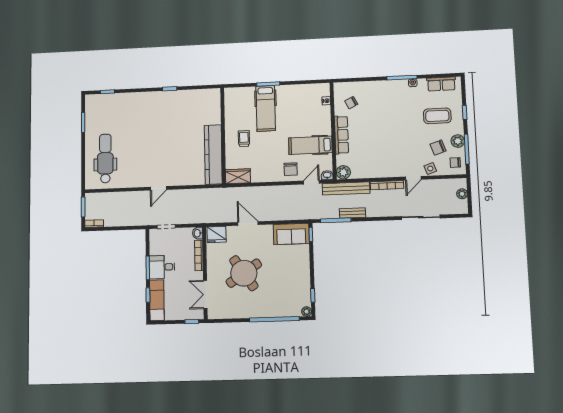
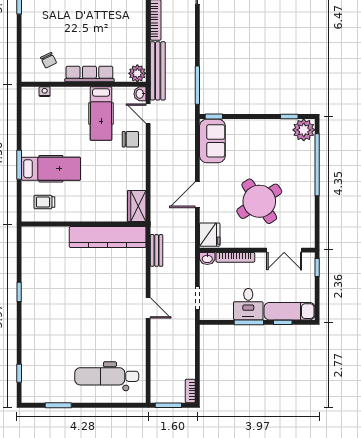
trolley: (244, 139) -> (44, 202), moved
bench: (352, 213) -> (157, 250), moved
plant: (307, 312) -> (304, 130), width x1.87, depth x1.87

